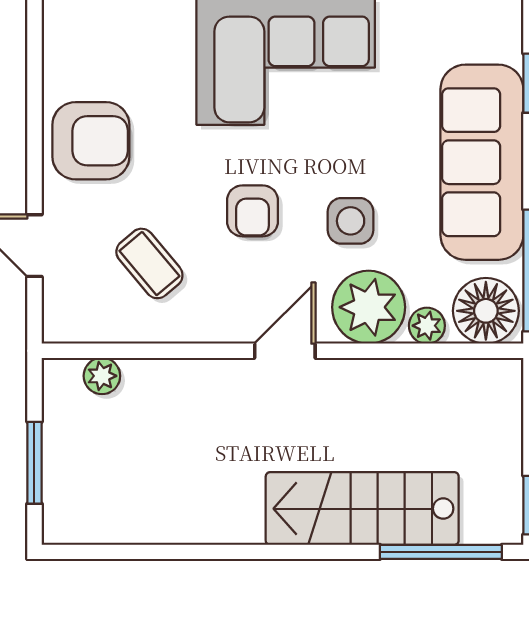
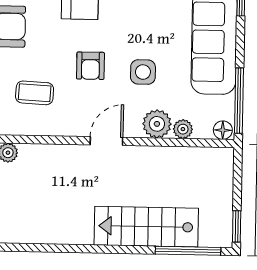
coffee table: (149, 263) -> (35, 93), turned -47
plant: (369, 307) -> (157, 124), width x0.73, depth x0.73
floor lamp: (486, 311) -> (223, 130), width x0.53, depth x0.53

